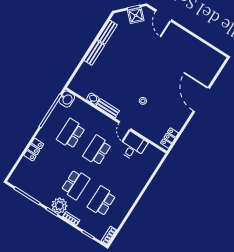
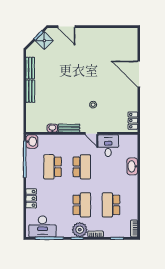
school desk: (97, 150) -> (82, 167), turned 180
washbasin: (143, 179) -> (132, 166), added
desk: (28, 181) -> (42, 226), added

